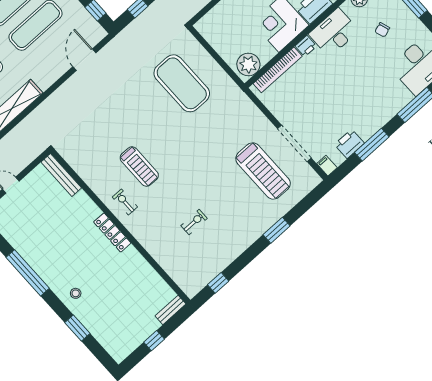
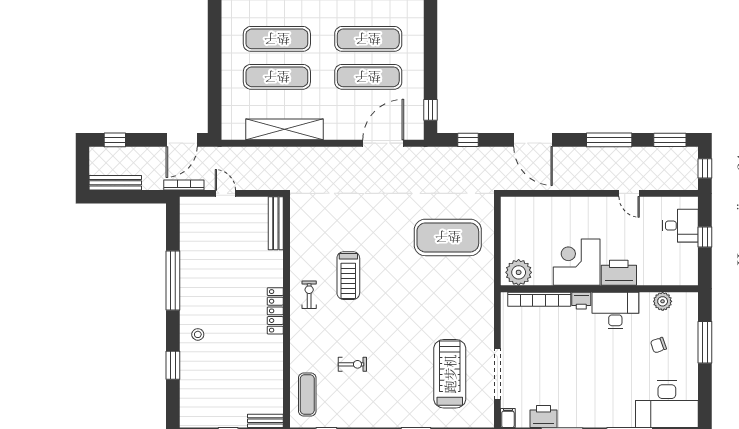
door: (84, 60) -> (383, 143), width x1.36
exercise mat: (182, 83) -> (448, 237), turned 90
treadmill: (263, 171) -> (450, 374), turned 180
exercise mat: (182, 268) -> (307, 394), added

